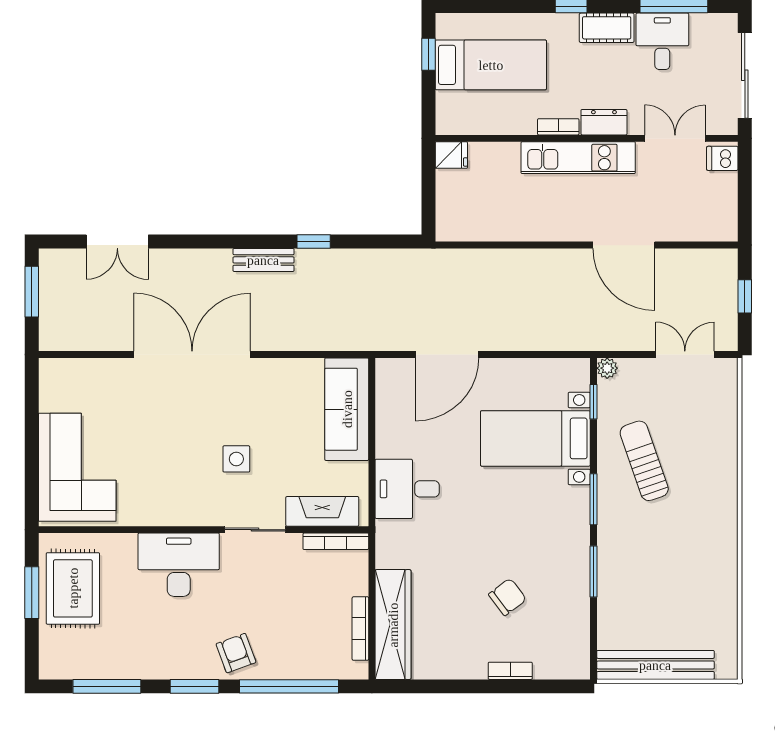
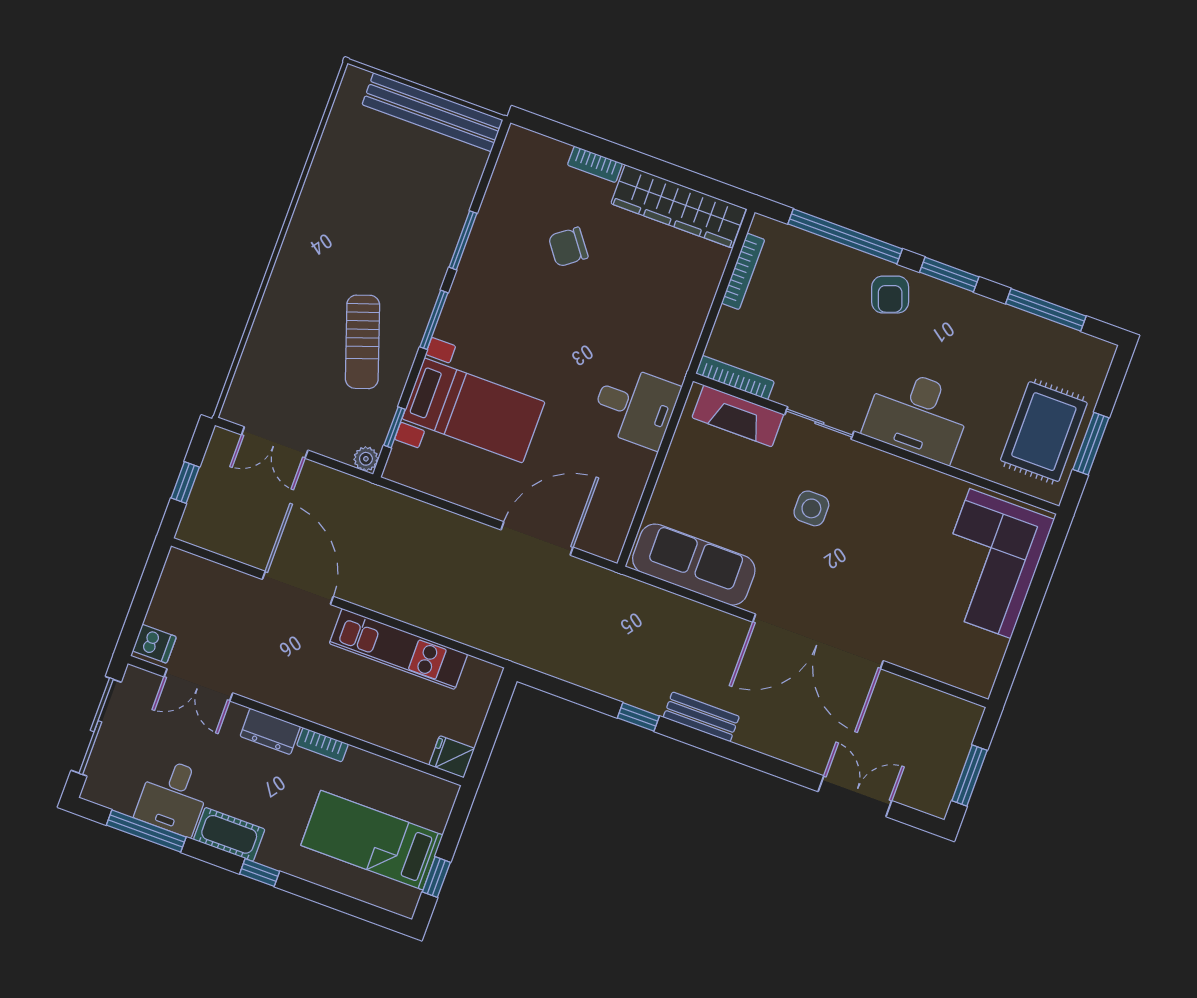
kitchen unit: (578, 158) -> (398, 649), moved, turned 180
sofa: (347, 409) -> (694, 565), moved, turned -90
wardrobe: (393, 625) -> (679, 206), moved, turned -90

